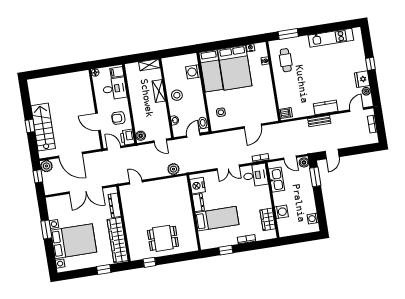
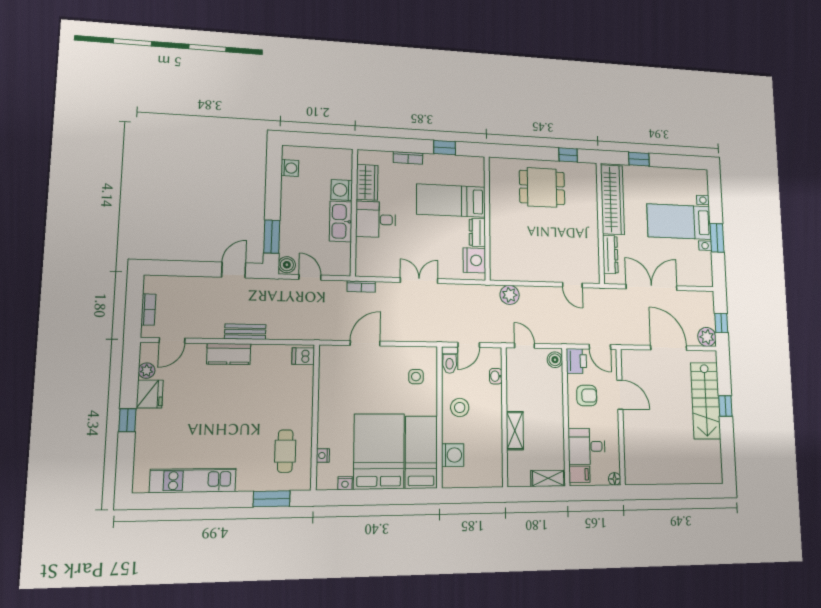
shelving: (149, 65) -> (548, 478), moved
stool: (177, 95) -> (460, 407), moved
desk: (255, 175) -> (376, 219), moved
kitchen sink: (277, 180) -> (341, 221), moved
bed with nightstands: (74, 241) -> (679, 222), width x0.73

